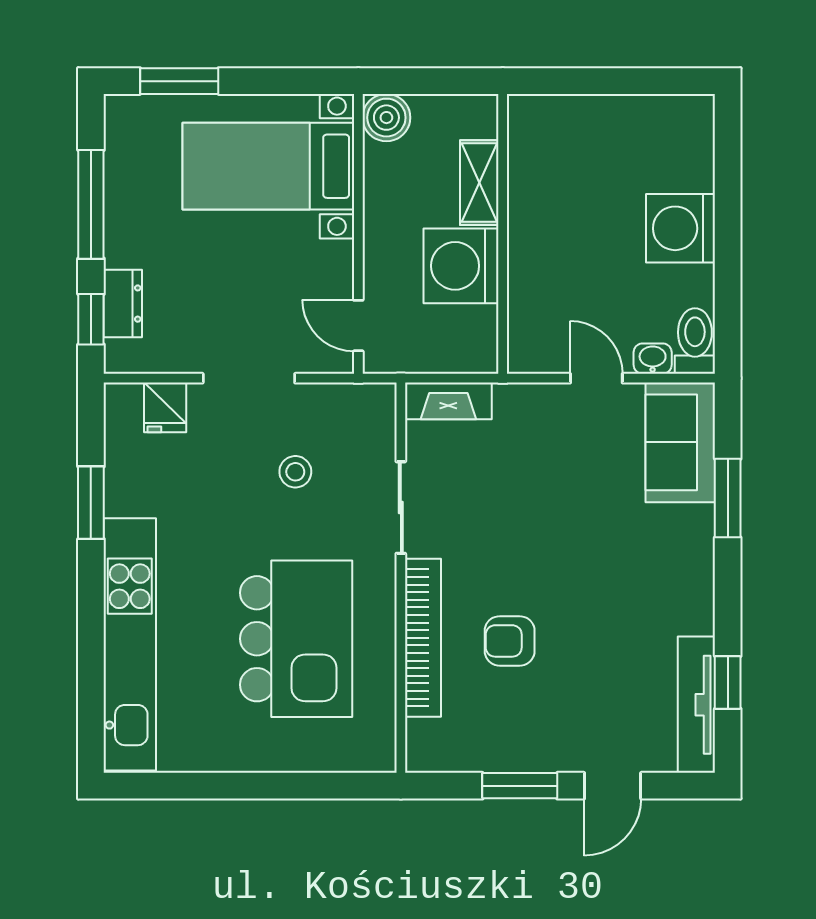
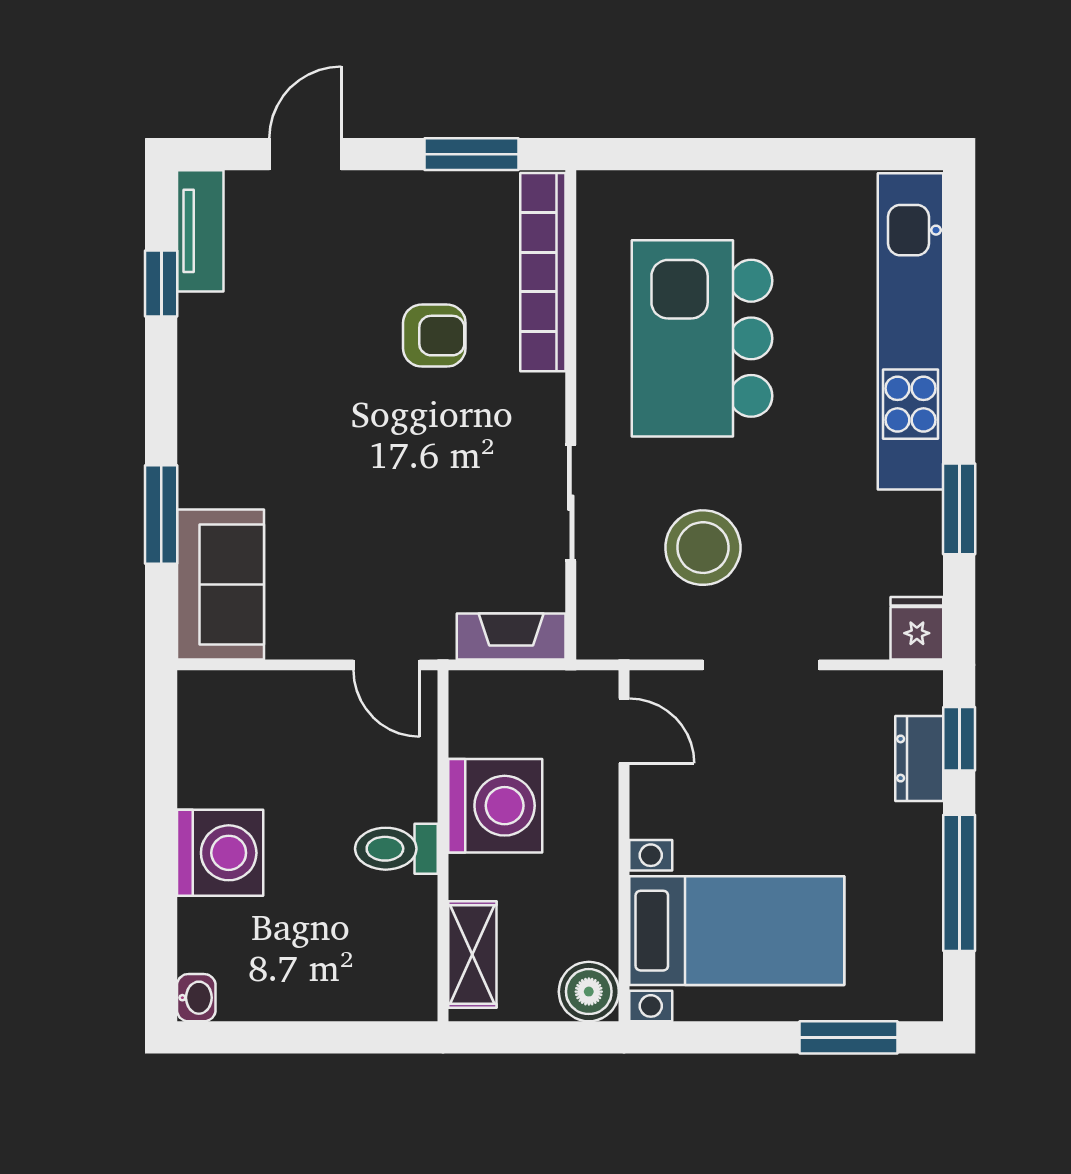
shelving: (479, 183) -> (472, 954), moved
toilet: (695, 341) -> (396, 849), moved, turned 90
washbasin: (653, 359) -> (196, 998), moved, turned -90
door: (596, 378) -> (387, 665), moved
fridge: (165, 407) -> (917, 628), moved
stool: (295, 472) -> (703, 548), width x1.89, depth x1.89
bookcase: (423, 638) -> (543, 272), moved
tv unit: (696, 705) -> (200, 231), width x0.71
window: (520, 786) -> (471, 154), moved

